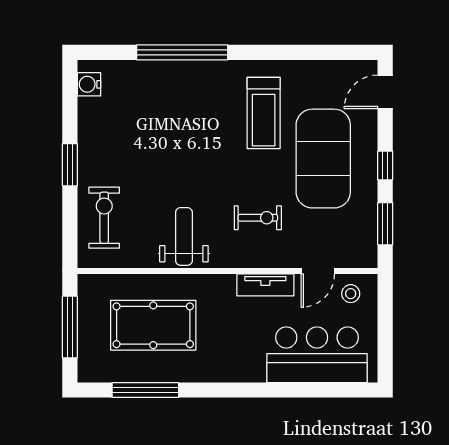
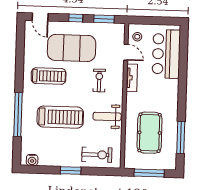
treadmill: (180, 140) -> (60, 117), added
exercise bike: (104, 218) -> (97, 155), turned 180

